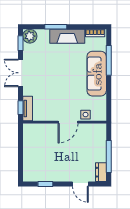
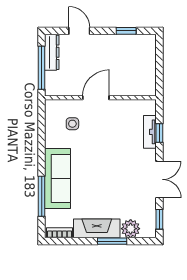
plant: (30, 36) -> (131, 229), moved
wall: (65, 122) -> (100, 98), moved
door: (68, 122) -> (96, 98), moved
dresser: (101, 172) -> (52, 52), width x1.44

